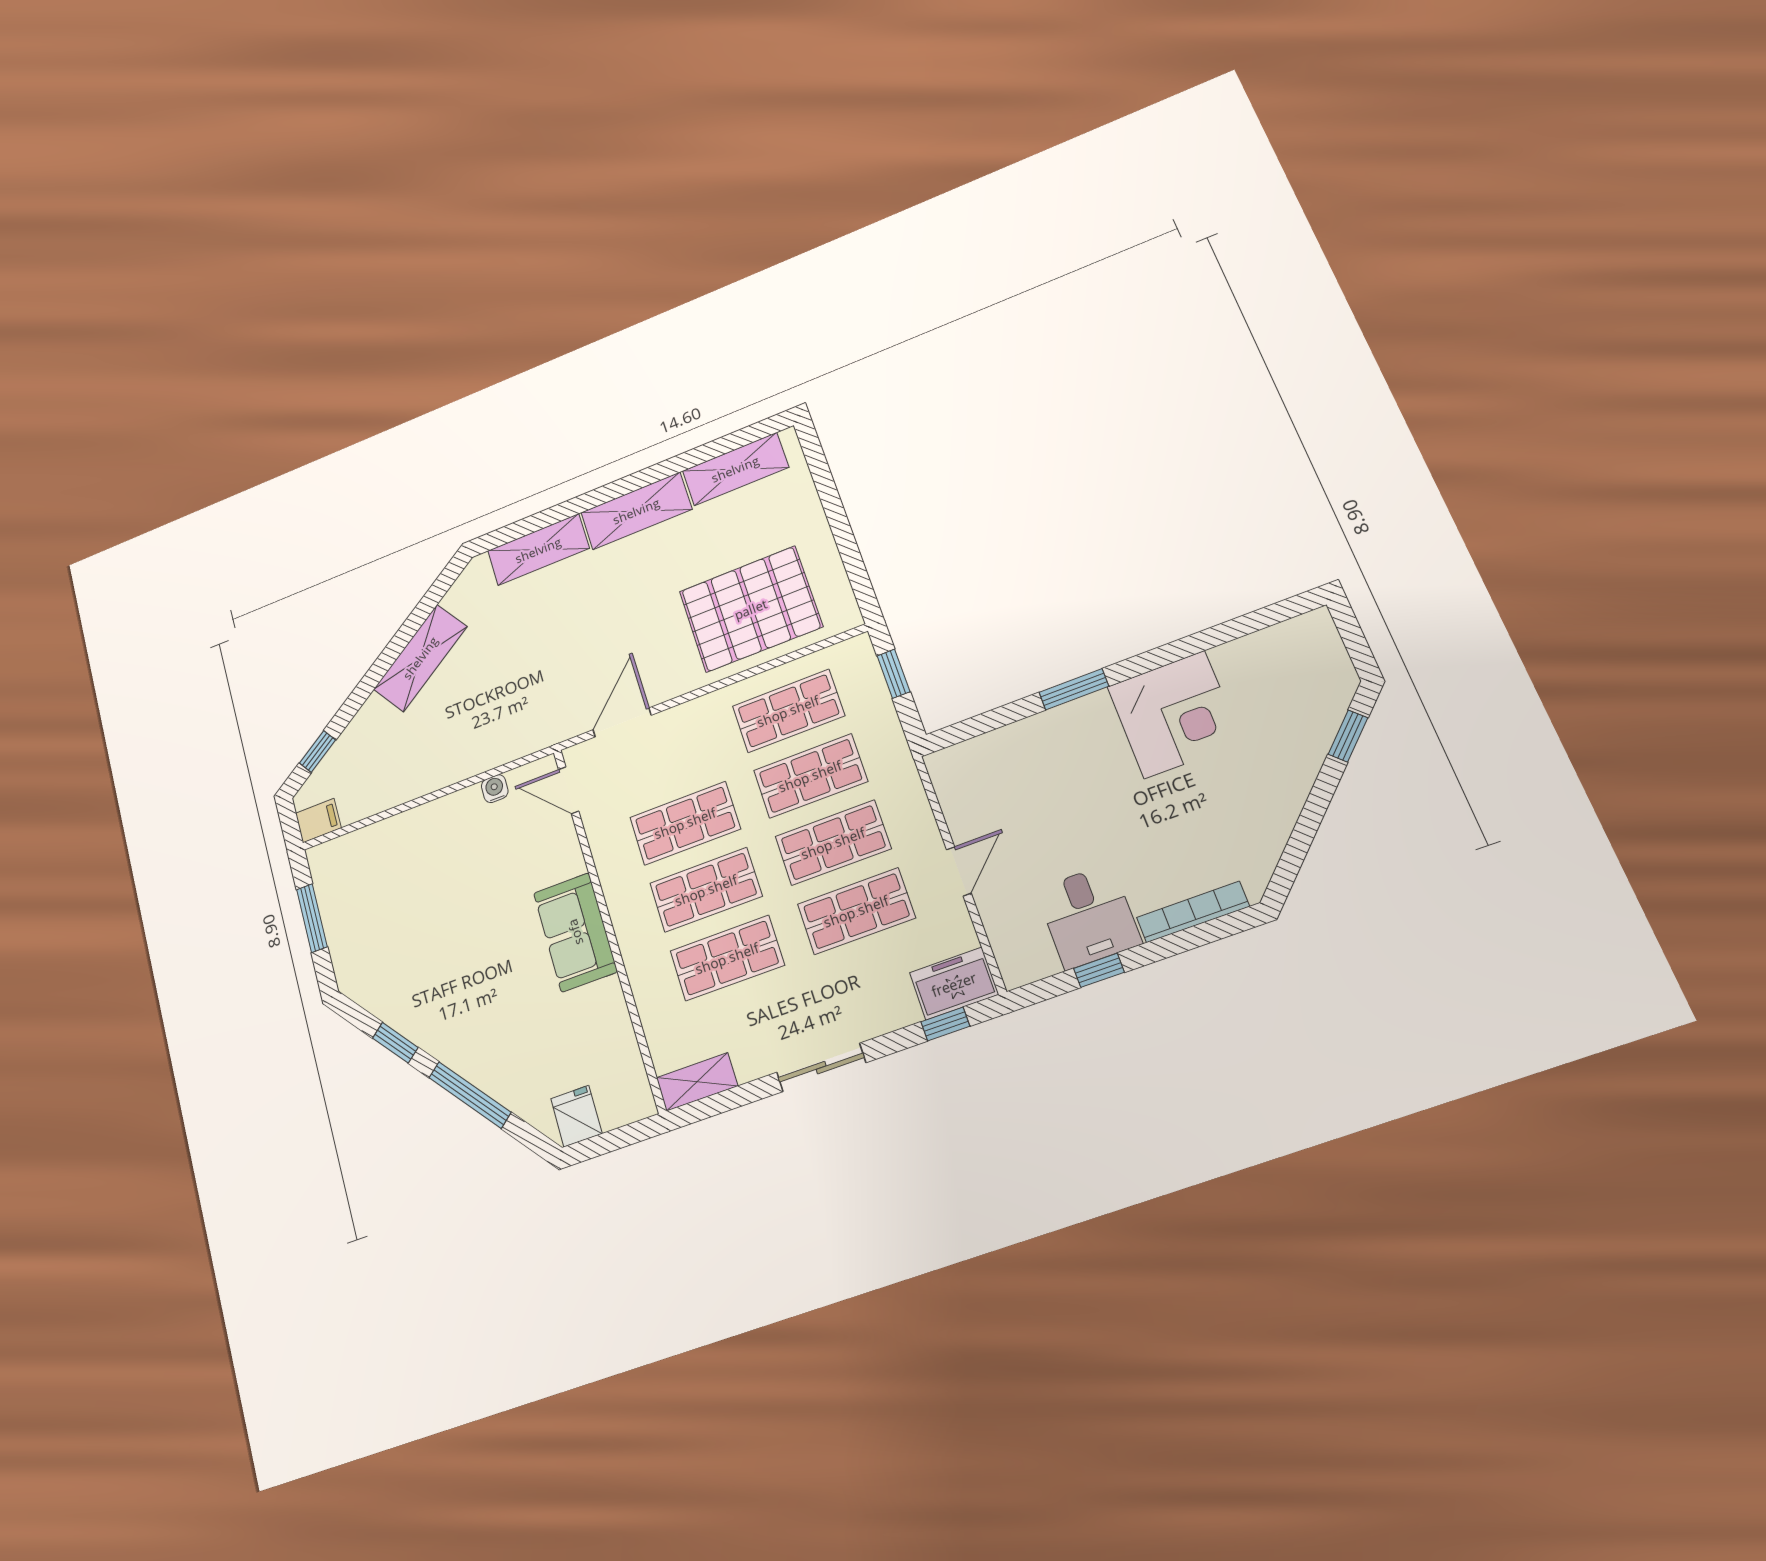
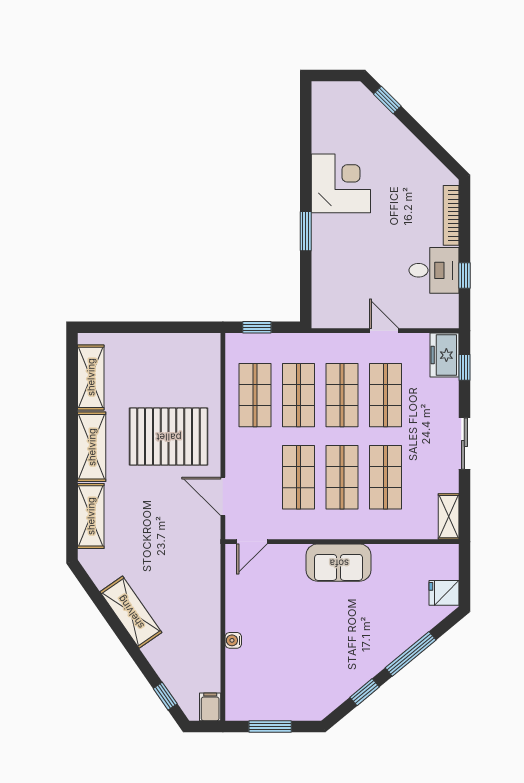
pallet: (751, 609) -> (169, 437), moved, turned 90
water cooler: (495, 789) -> (233, 640), moved

